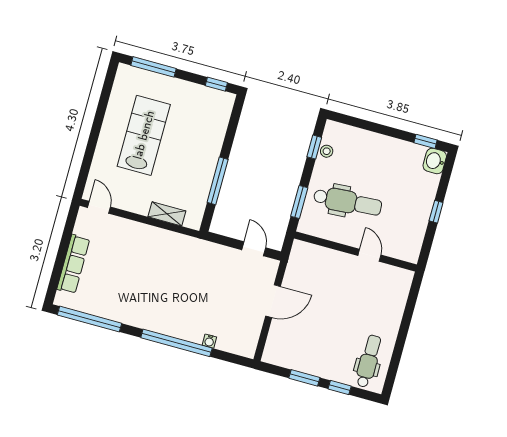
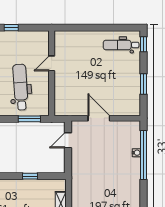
window: (218, 181) -> (30, 176), width x0.46
window: (176, 343) -> (144, 155), moved
window: (340, 388) -> (144, 44), moved

